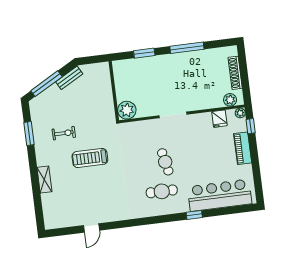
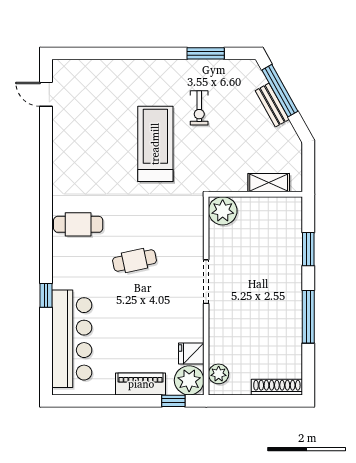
shoe rack: (235, 73) -> (277, 387), moved
bench: (69, 78) -> (272, 105), moved
plant: (240, 113) -> (189, 380), width x1.88, depth x1.88
treadmill: (90, 158) -> (155, 144), width x1.37, depth x1.38
shelving: (44, 180) -> (269, 183), moved
cafe table: (162, 191) -> (78, 224), moved, turned 90
door: (92, 228) -> (46, 94), moved

